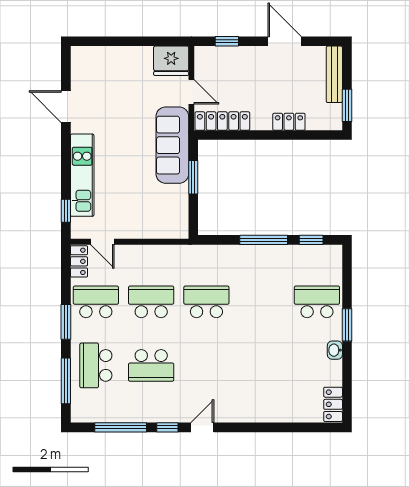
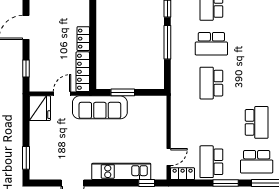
window: (101, 41) -> (26, 158), added
locker: (289, 122) -> (83, 39), moved
school desk: (151, 302) -> (211, 44), moved, turned -90

